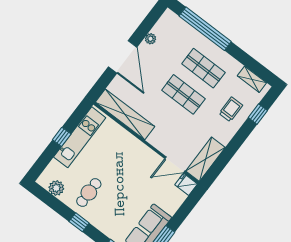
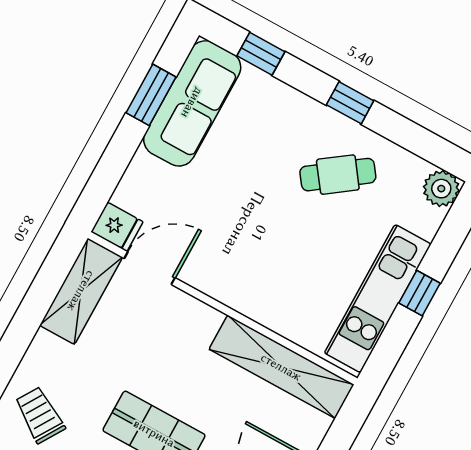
trolley: (231, 109) -> (40, 415), turned 122
plant: (56, 188) -> (441, 189), moved
cafe table: (89, 193) -> (338, 175), turned 54

